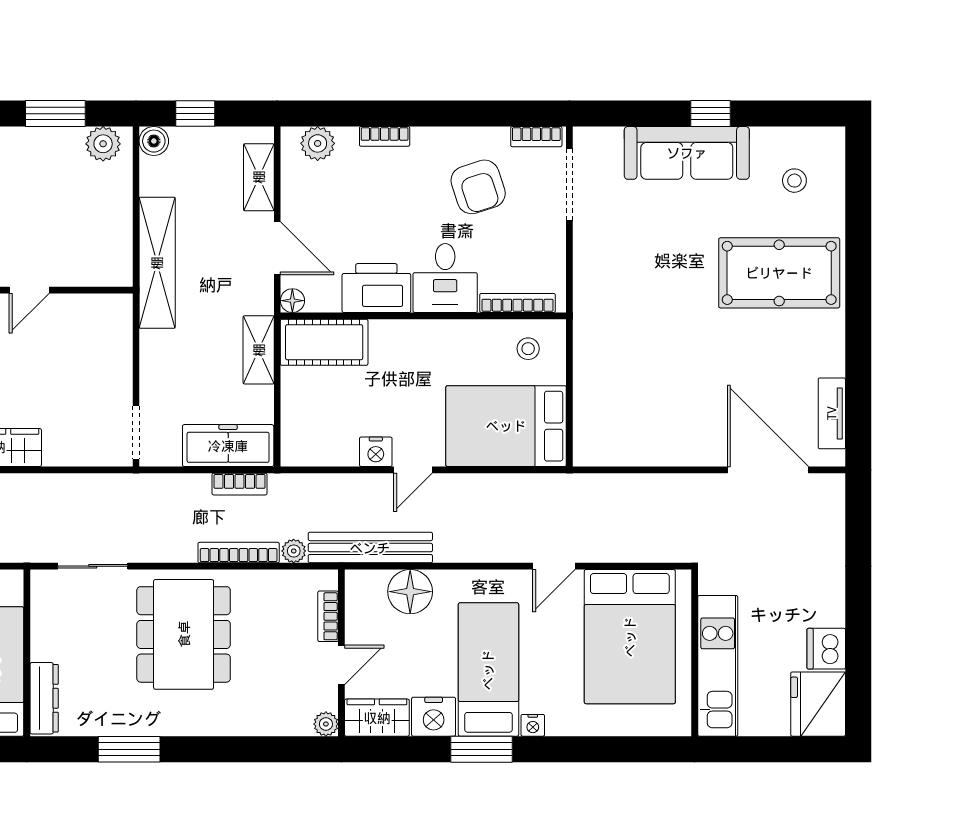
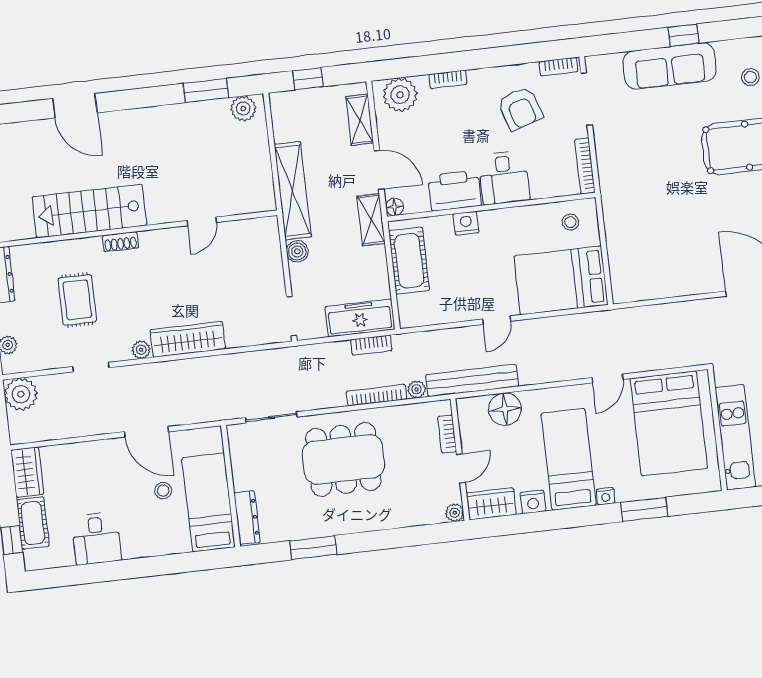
boiler: (154, 141) -> (297, 251), moved
plant: (318, 143) -> (400, 95), width x1.36, depth x1.36
bookcase: (517, 303) -> (585, 166), moved, turned -90
cot: (324, 342) -> (409, 261), moved, turned 90
shelving: (259, 350) -> (371, 220), moved
nightstand: (376, 452) -> (466, 223), moved, turned 180
dining table: (184, 634) -> (343, 459), turned 90
nightstand: (434, 717) -> (533, 502), width x0.74, depth x0.75
window: (482, 749) -> (644, 509), moved

